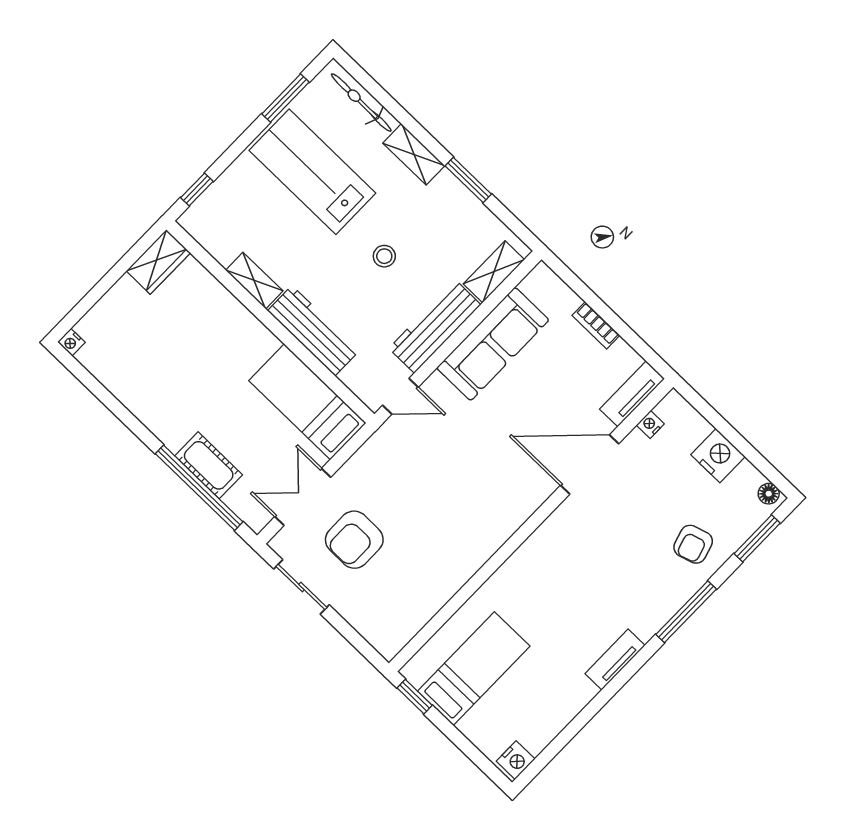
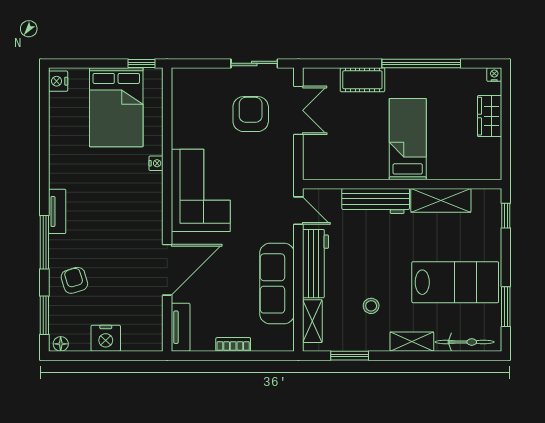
window: (468, 180) -> (350, 356), moved
stool: (384, 256) -> (371, 306), moved
wardrobe: (158, 262) -> (490, 116), moved
shelving: (254, 281) -> (441, 200), width x1.50, depth x1.33
door: (400, 396) -> (298, 211), swing flipped
bed: (307, 402) -> (408, 139), moved, turned -90
nightstand: (650, 424) -> (156, 163), moved
window: (199, 488) -> (421, 63), moved
corner sofa: (479, 512) -> (201, 190), added
tv unit: (615, 659) -> (57, 211), moved
bed: (474, 669) -> (116, 107), width x1.50

